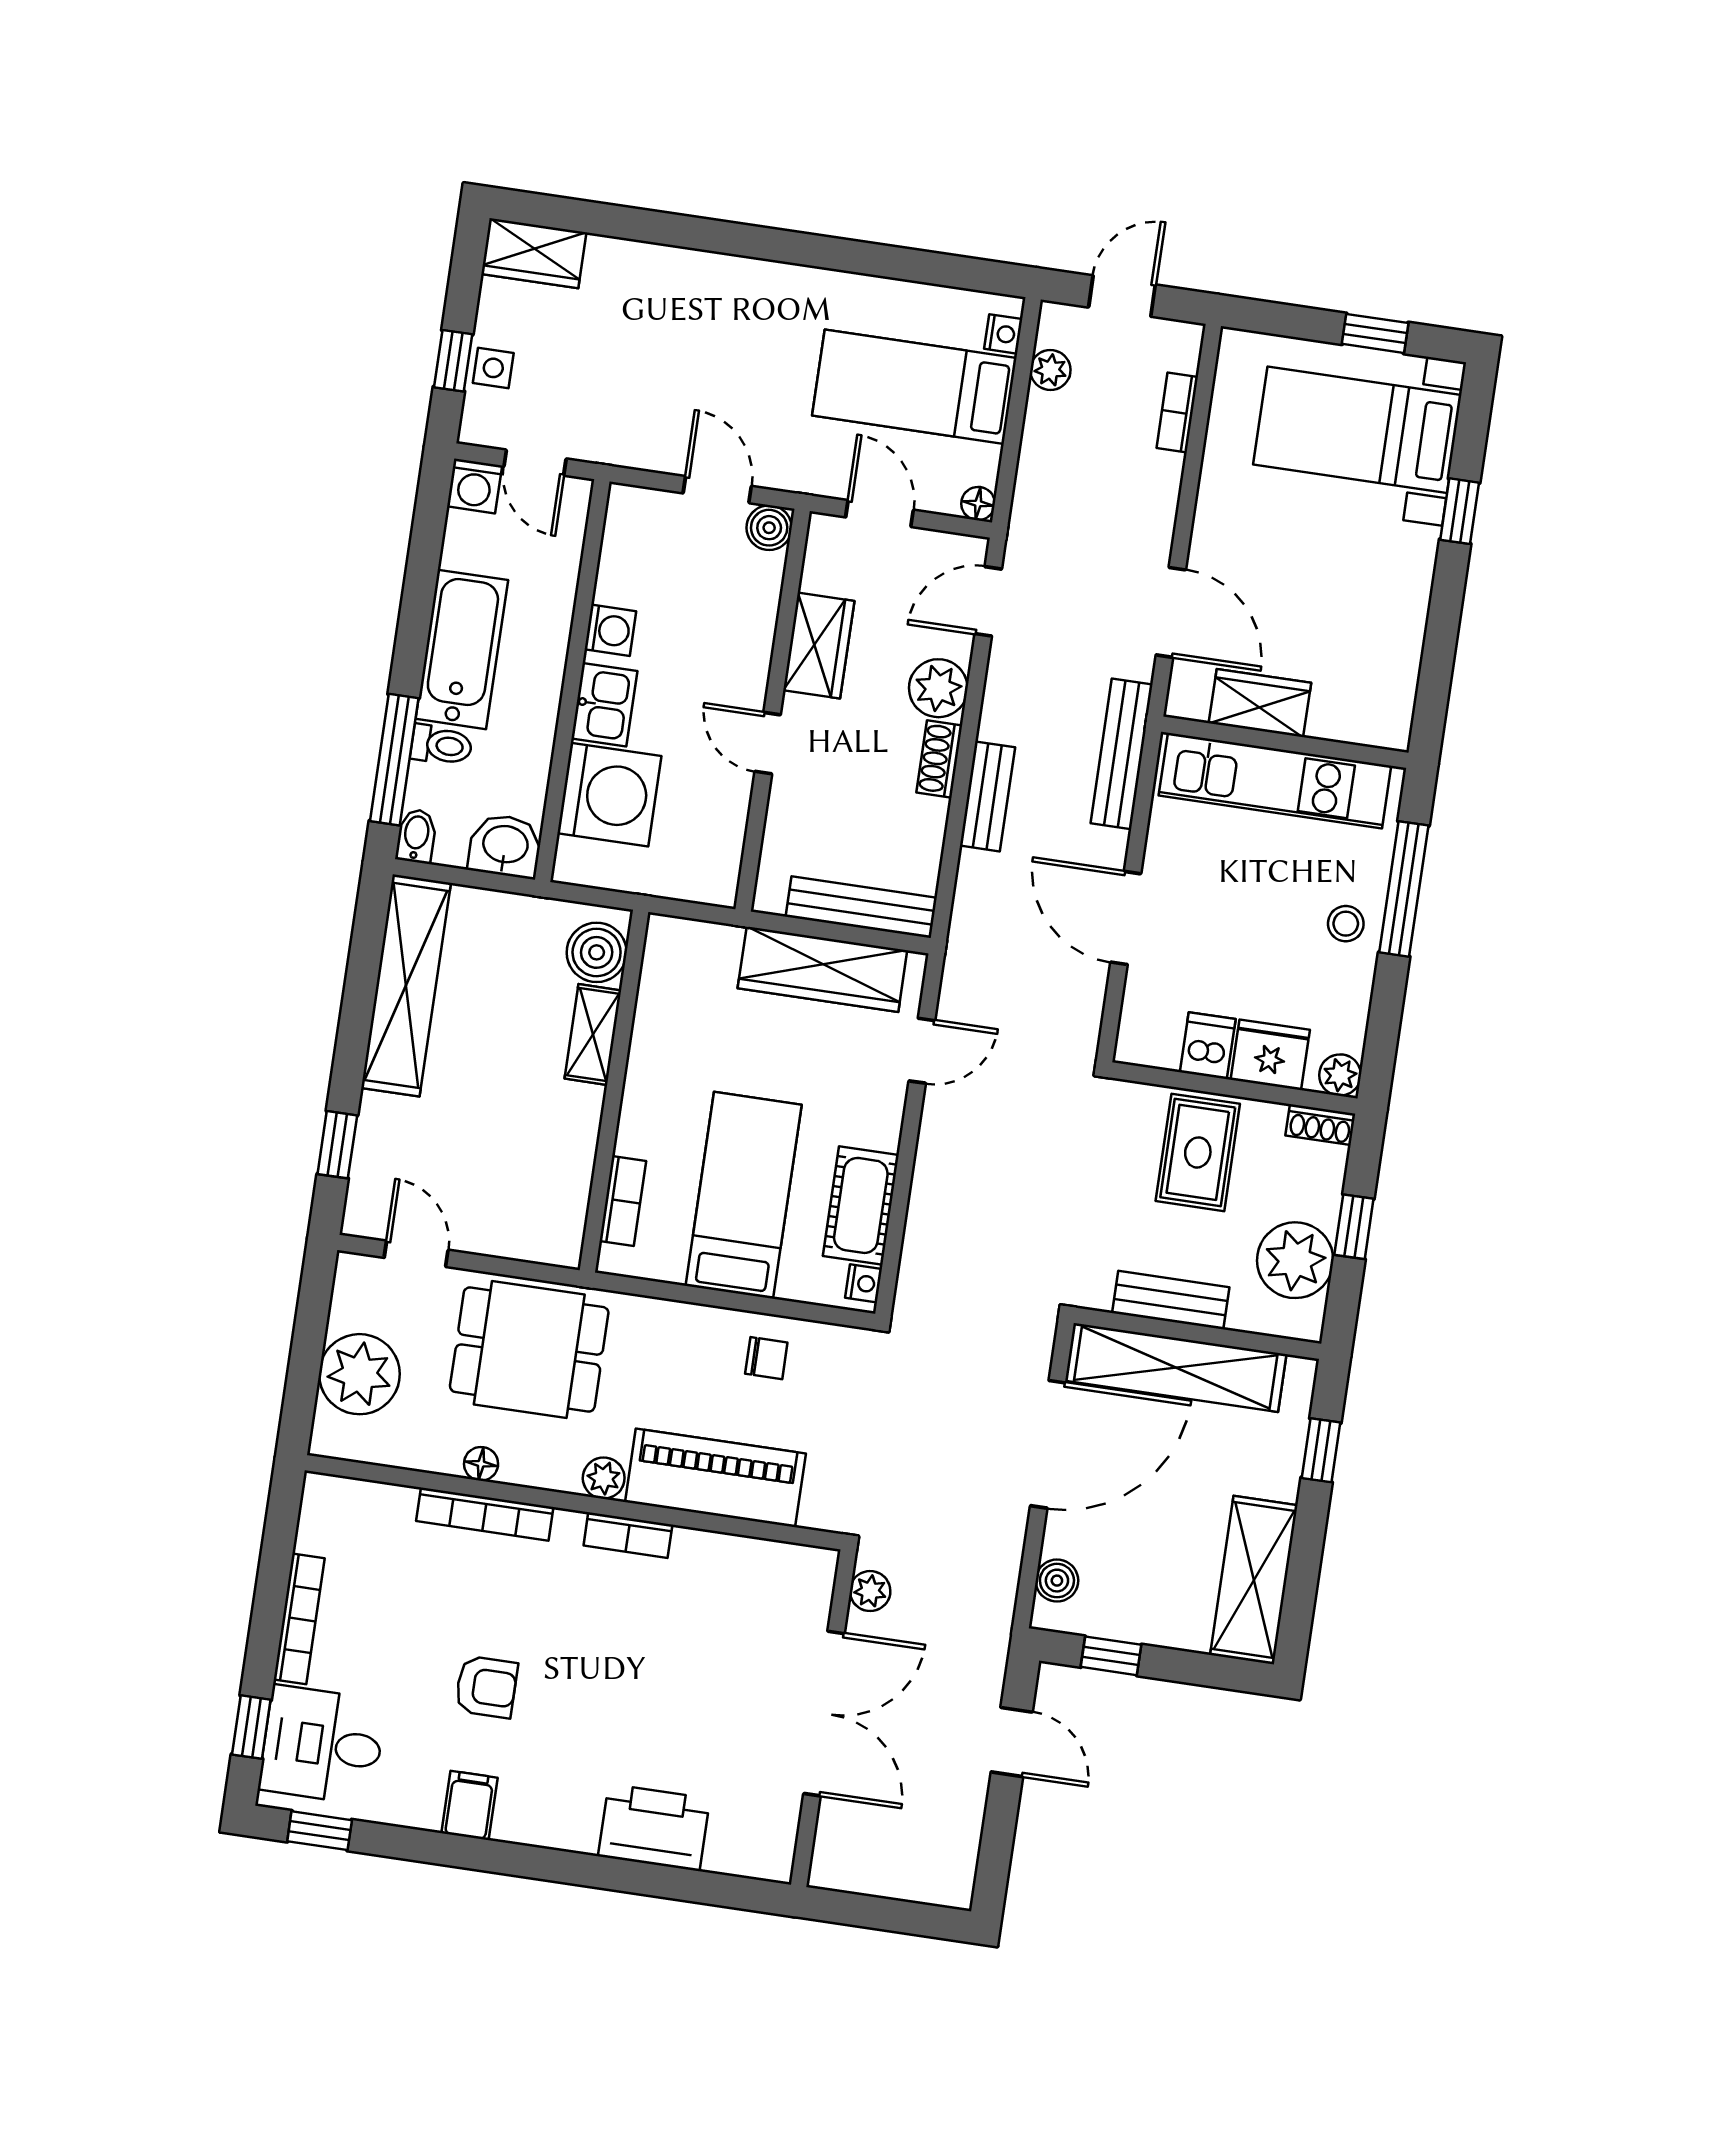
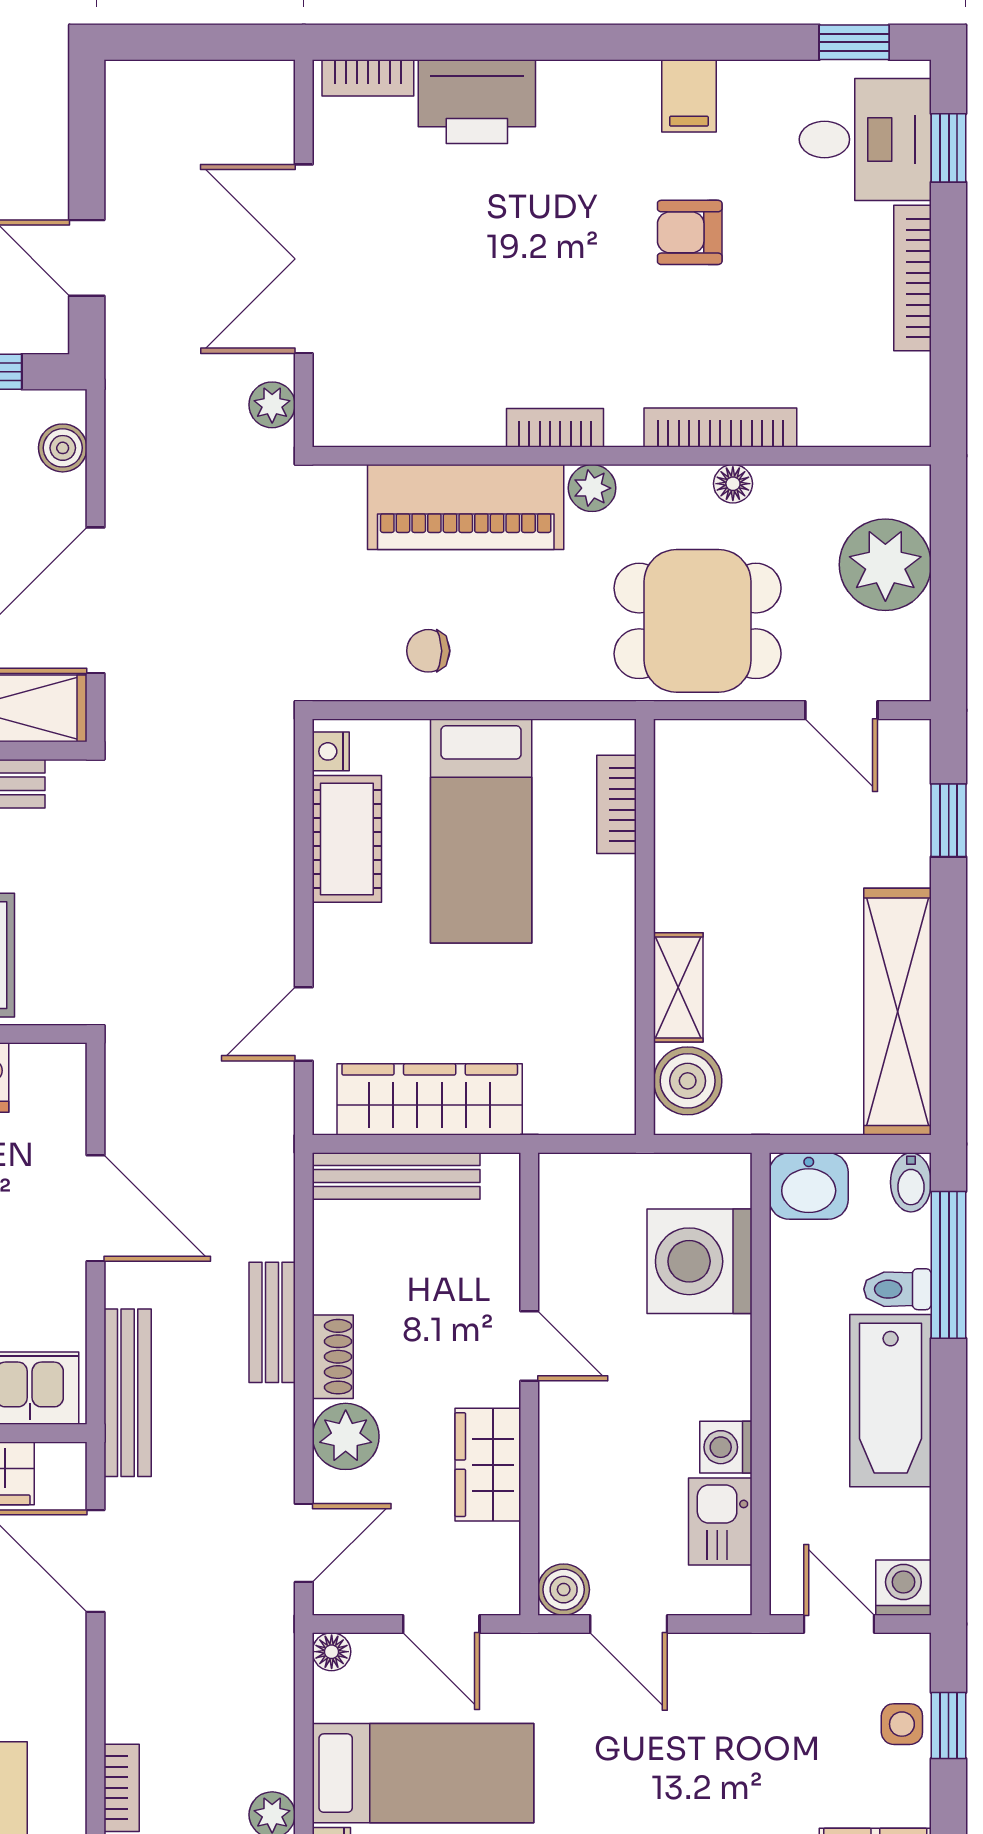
kitchen sink: (604, 705) -> (720, 1521), moved
bookcase: (745, 1862) -> (368, 78), added

